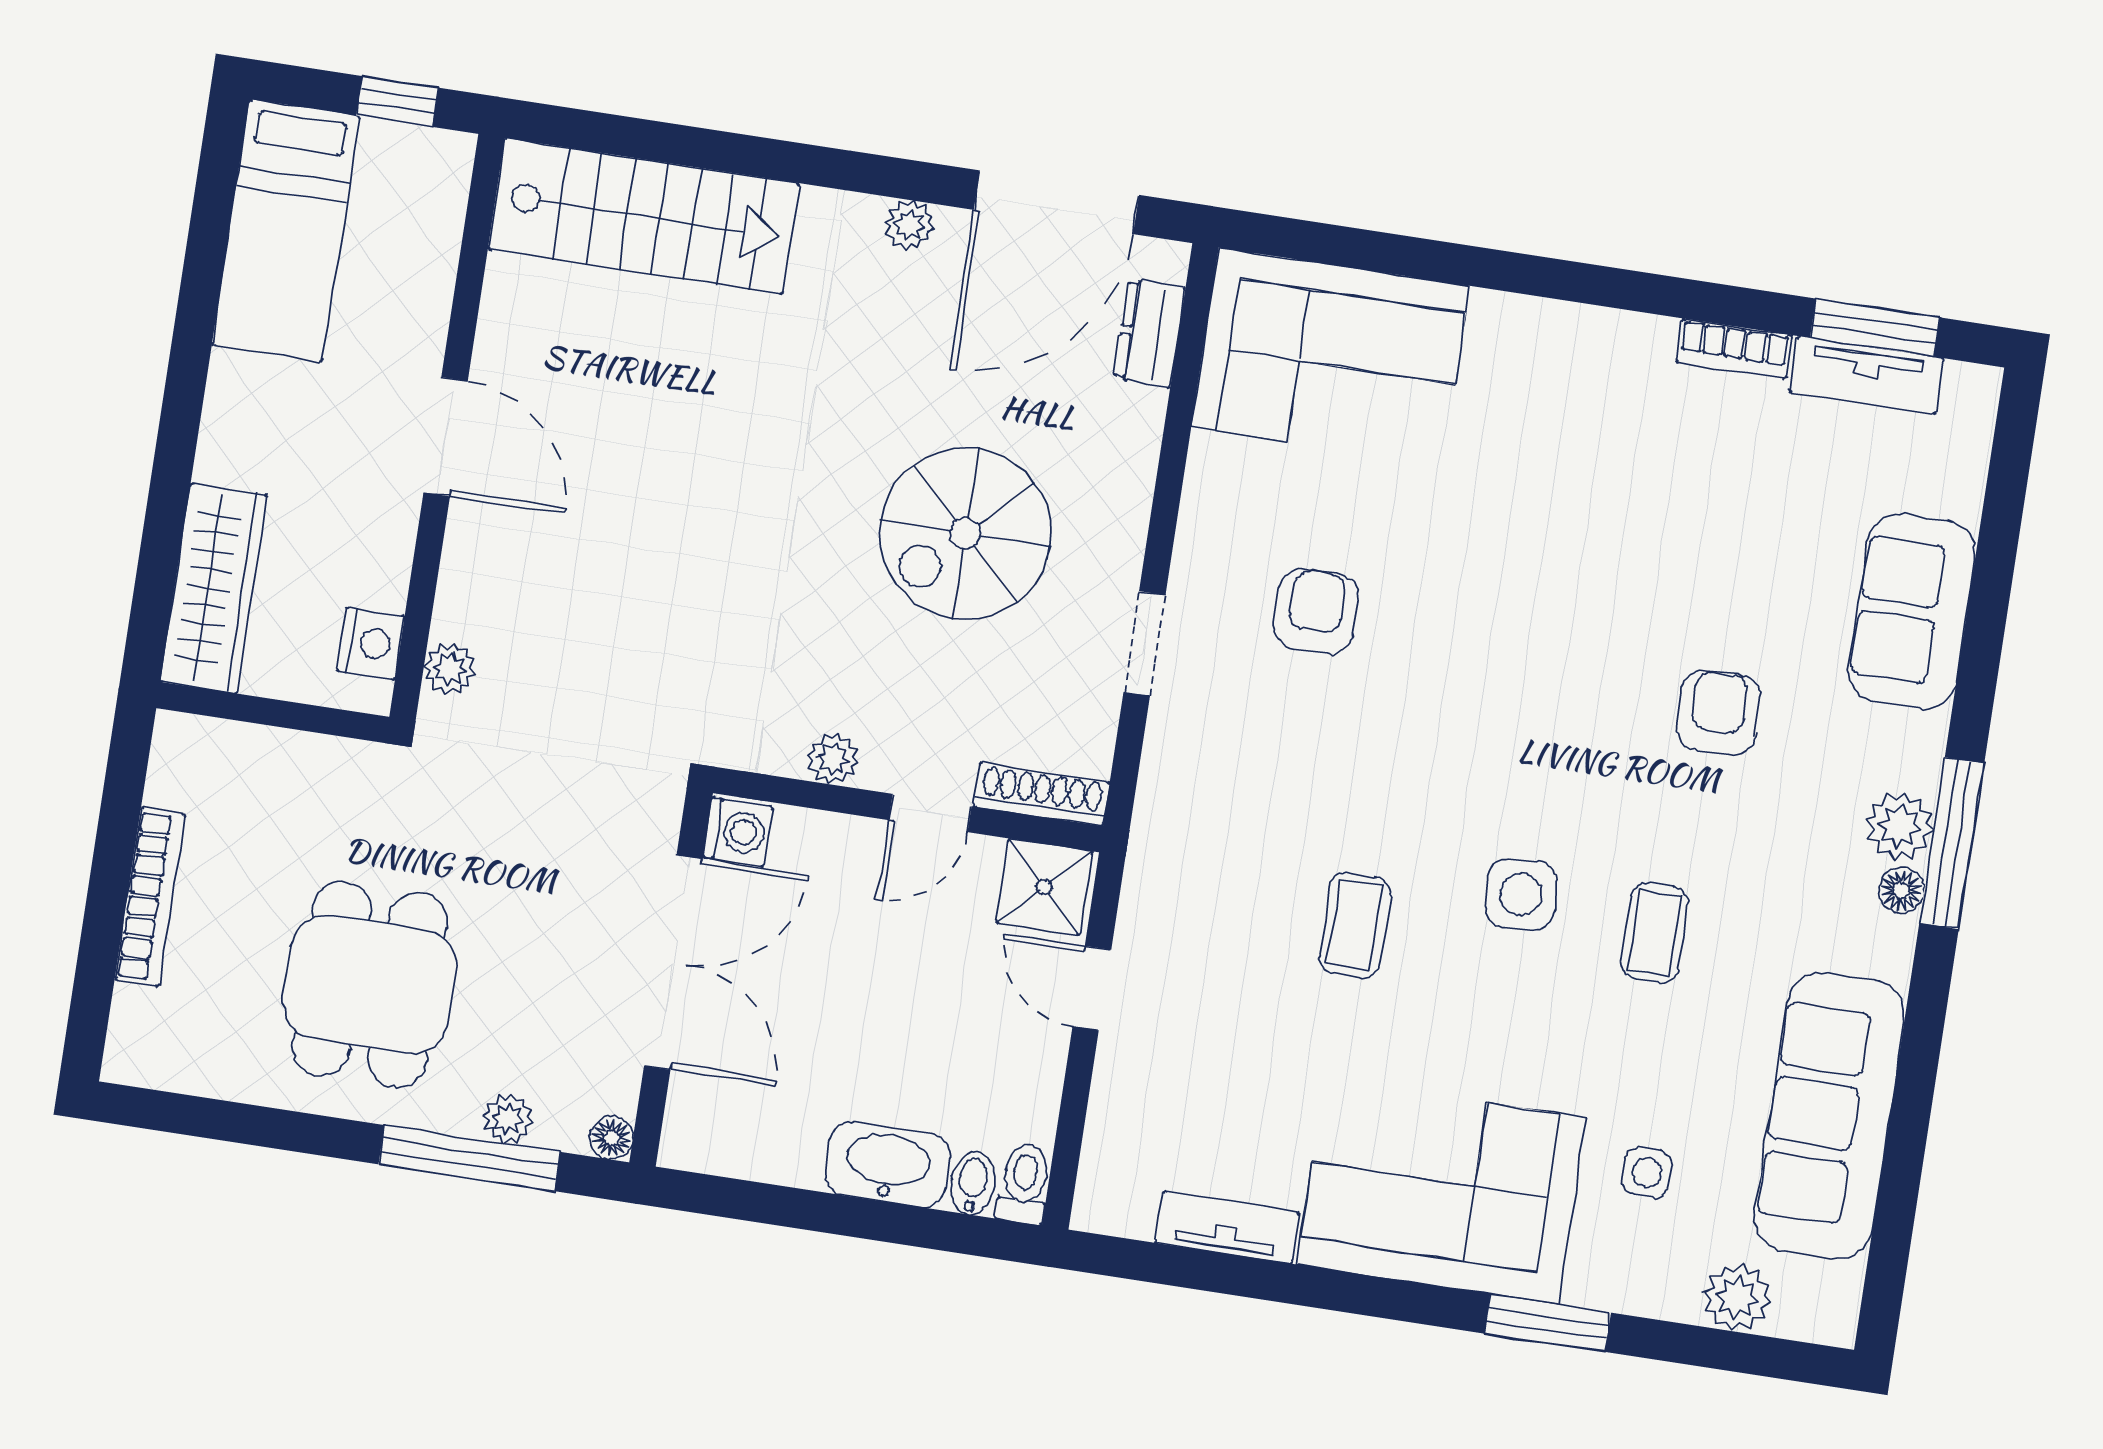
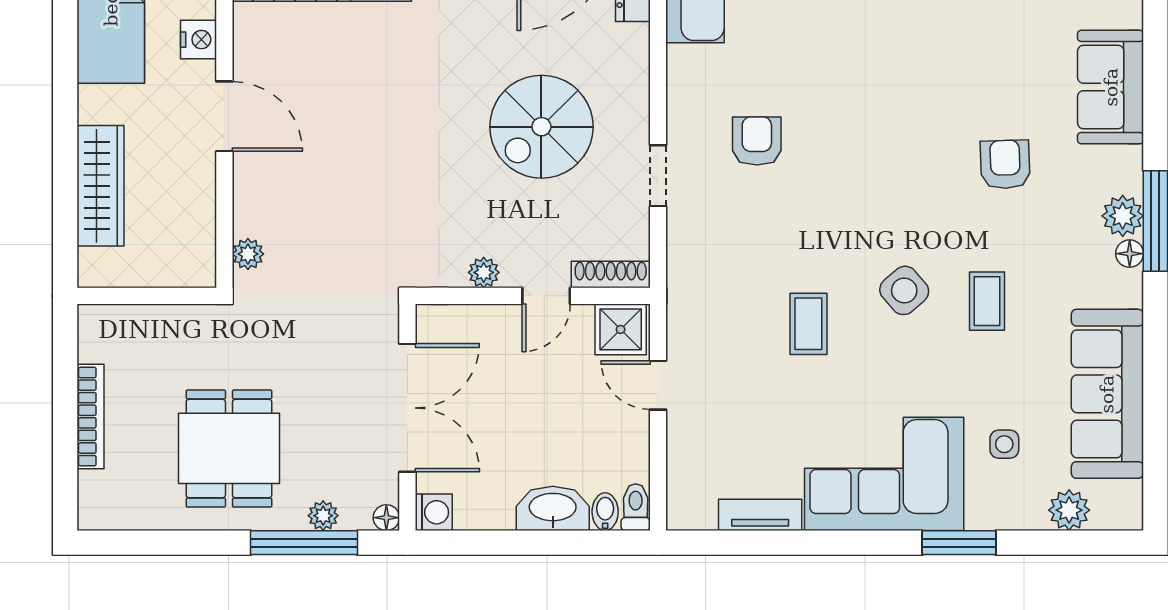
wardrobe: (214, 588) -> (100, 186), moved
nightstand: (371, 643) -> (199, 40), moved
washing machine: (738, 832) -> (434, 512), moved
side table: (1521, 894) -> (904, 290), turned -35

